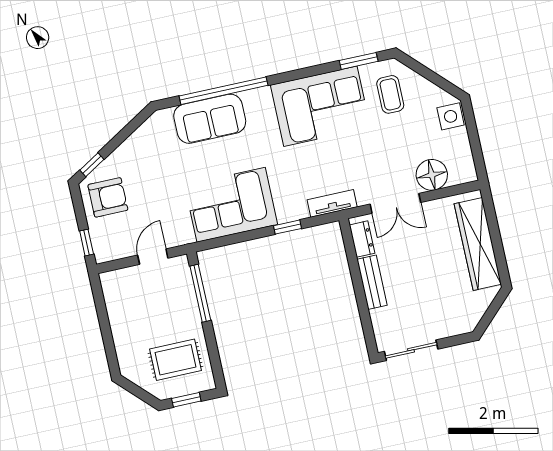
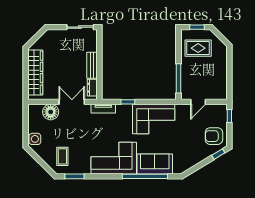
corner sofa: (320, 106) -> (114, 158), moved

